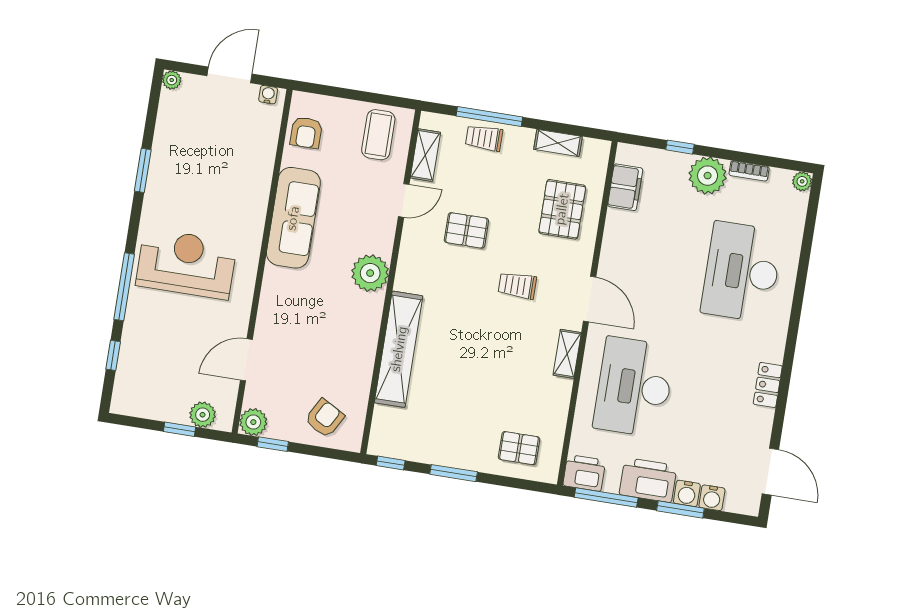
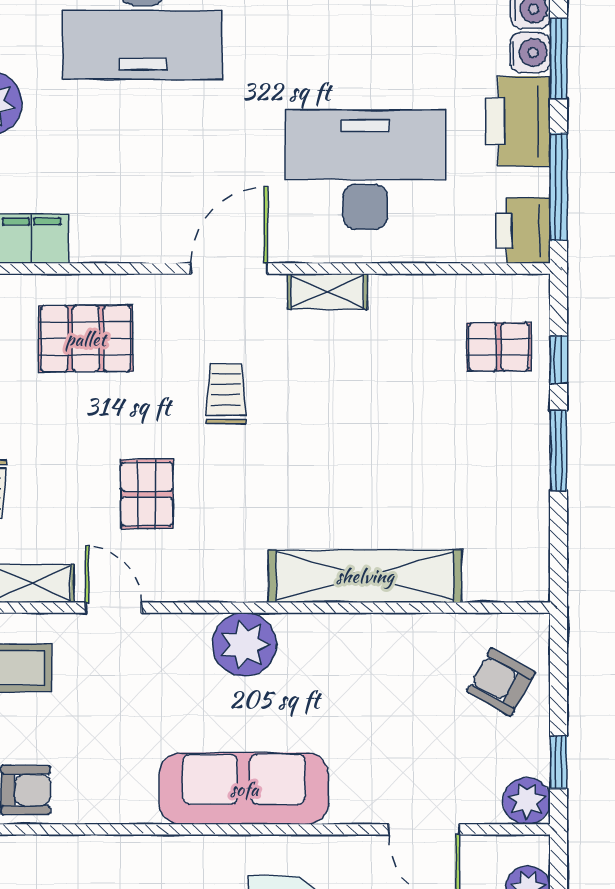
sofa: (293, 218) -> (244, 789), moved
trolley: (517, 286) -> (226, 394), turned 180
desk: (634, 387) -> (365, 170), turned 180
pallet: (519, 448) -> (499, 347), turned 90
window: (391, 463) -> (559, 359), moved

